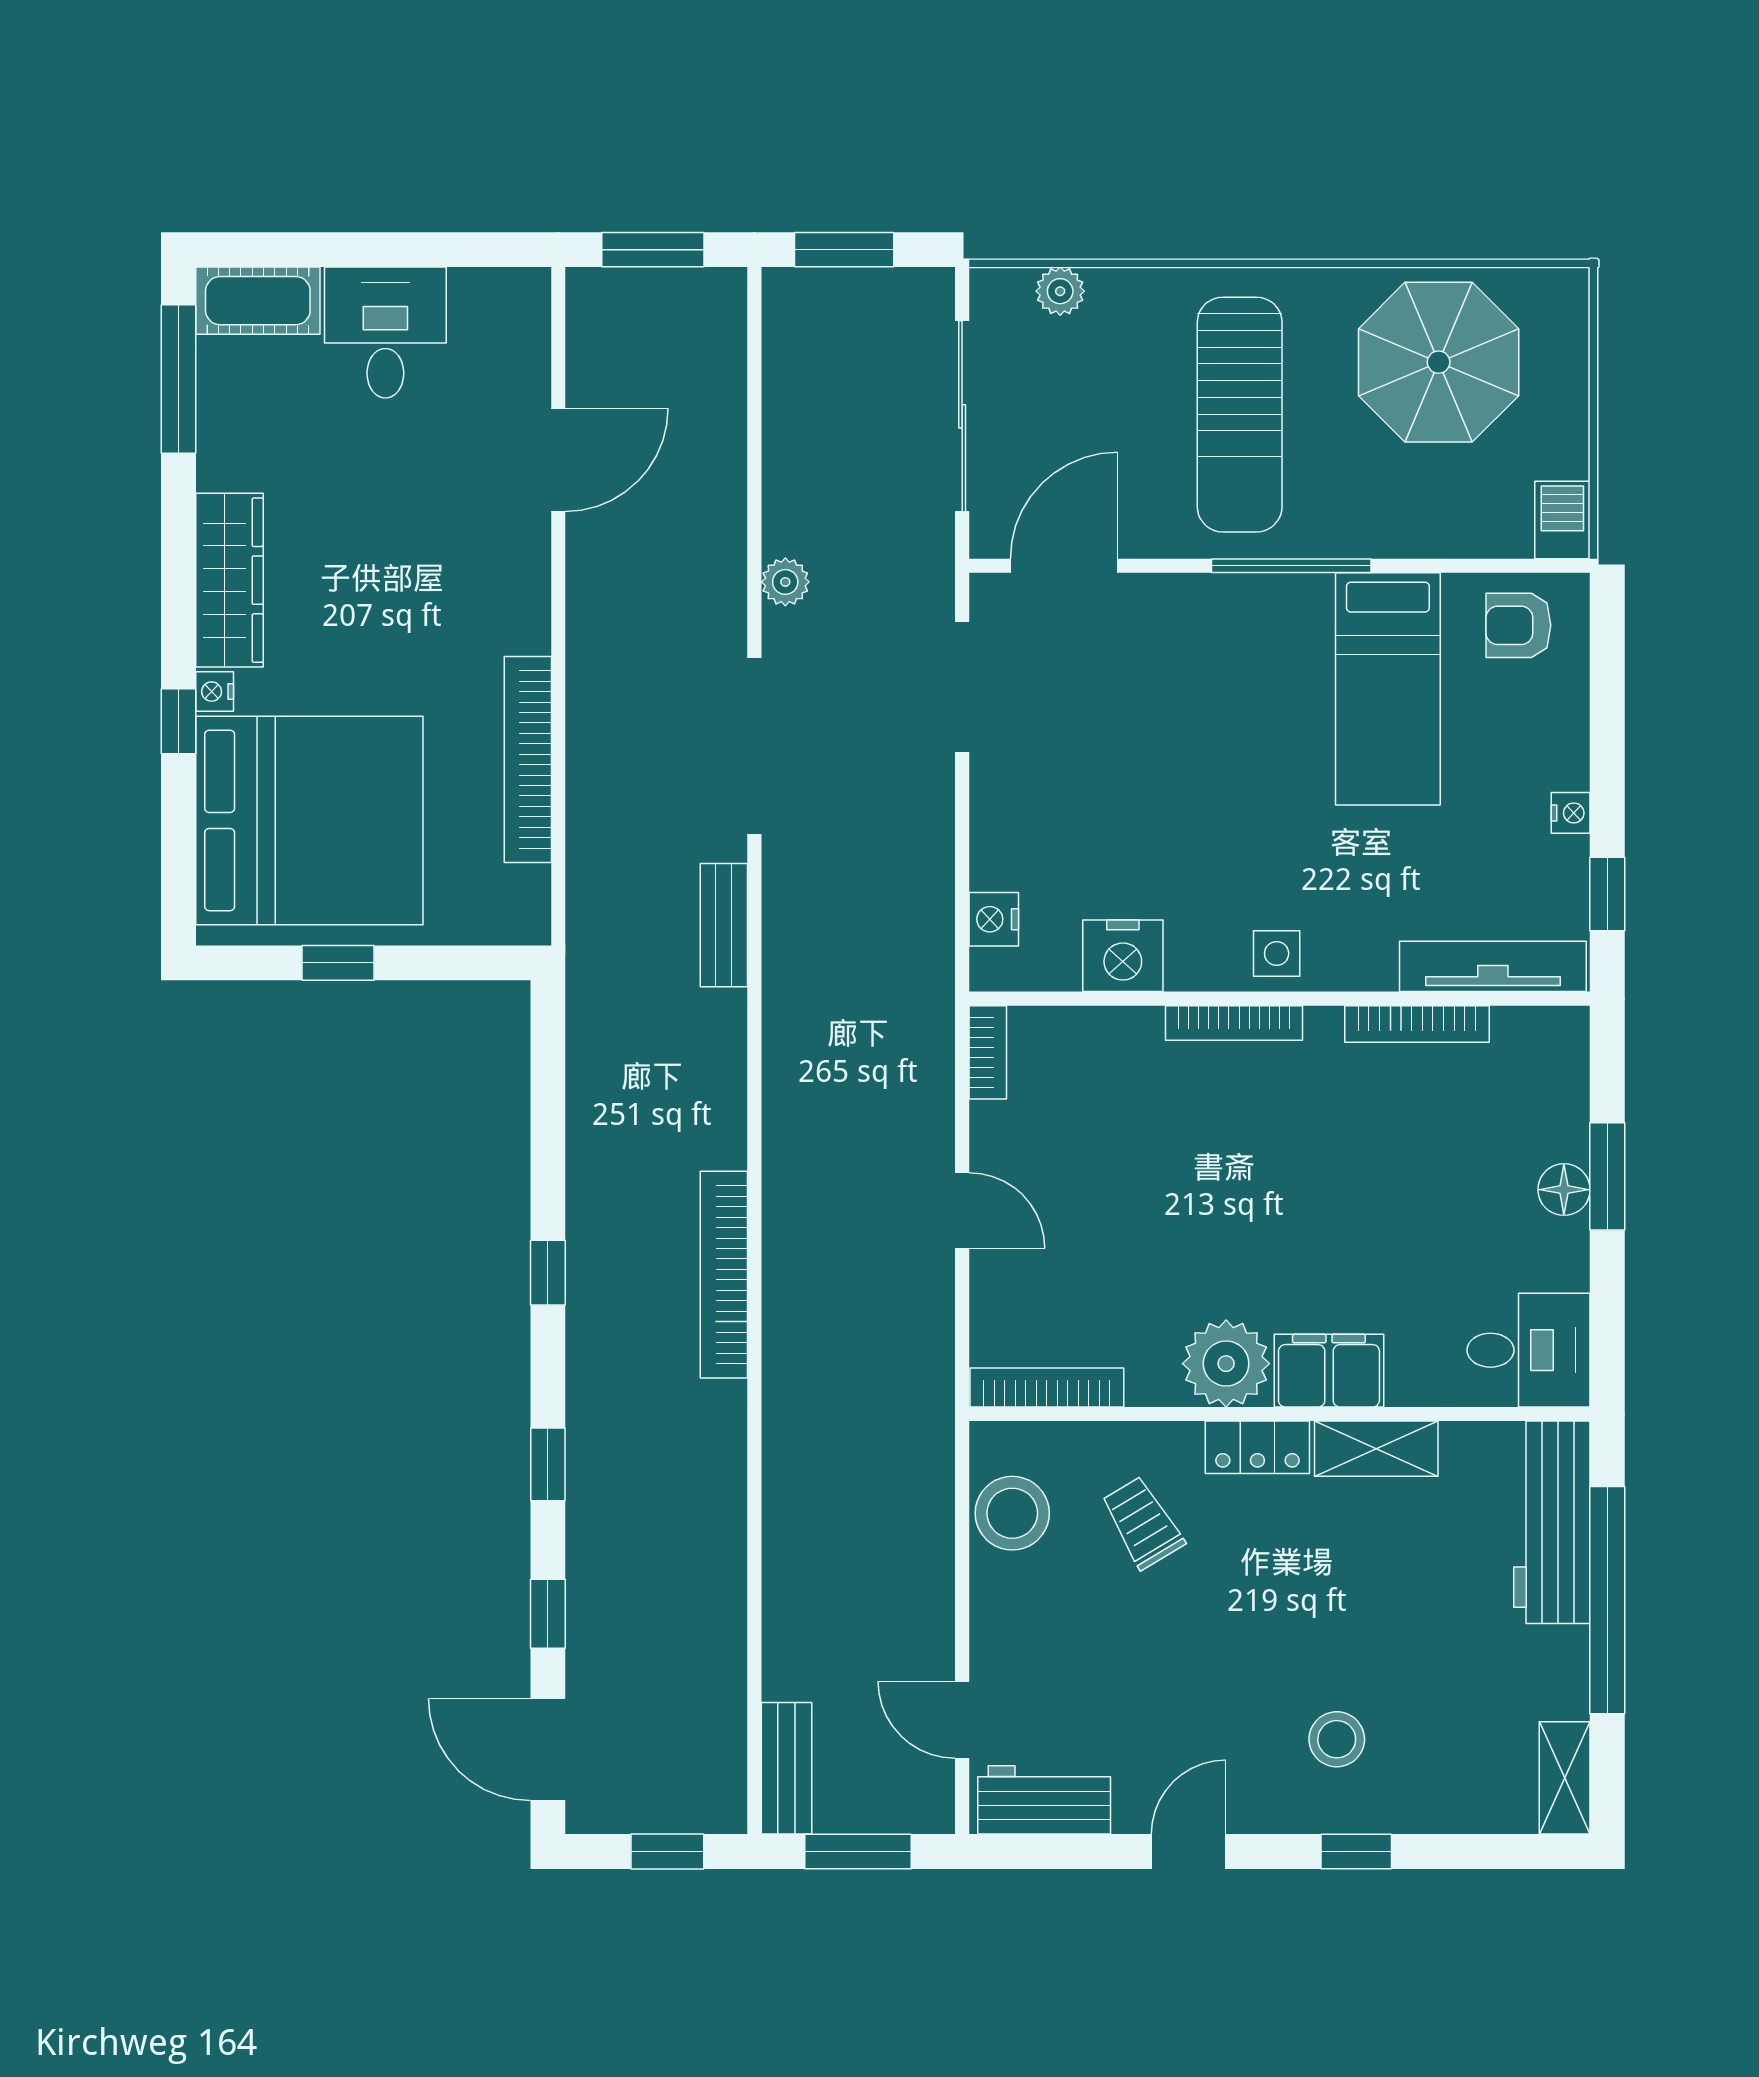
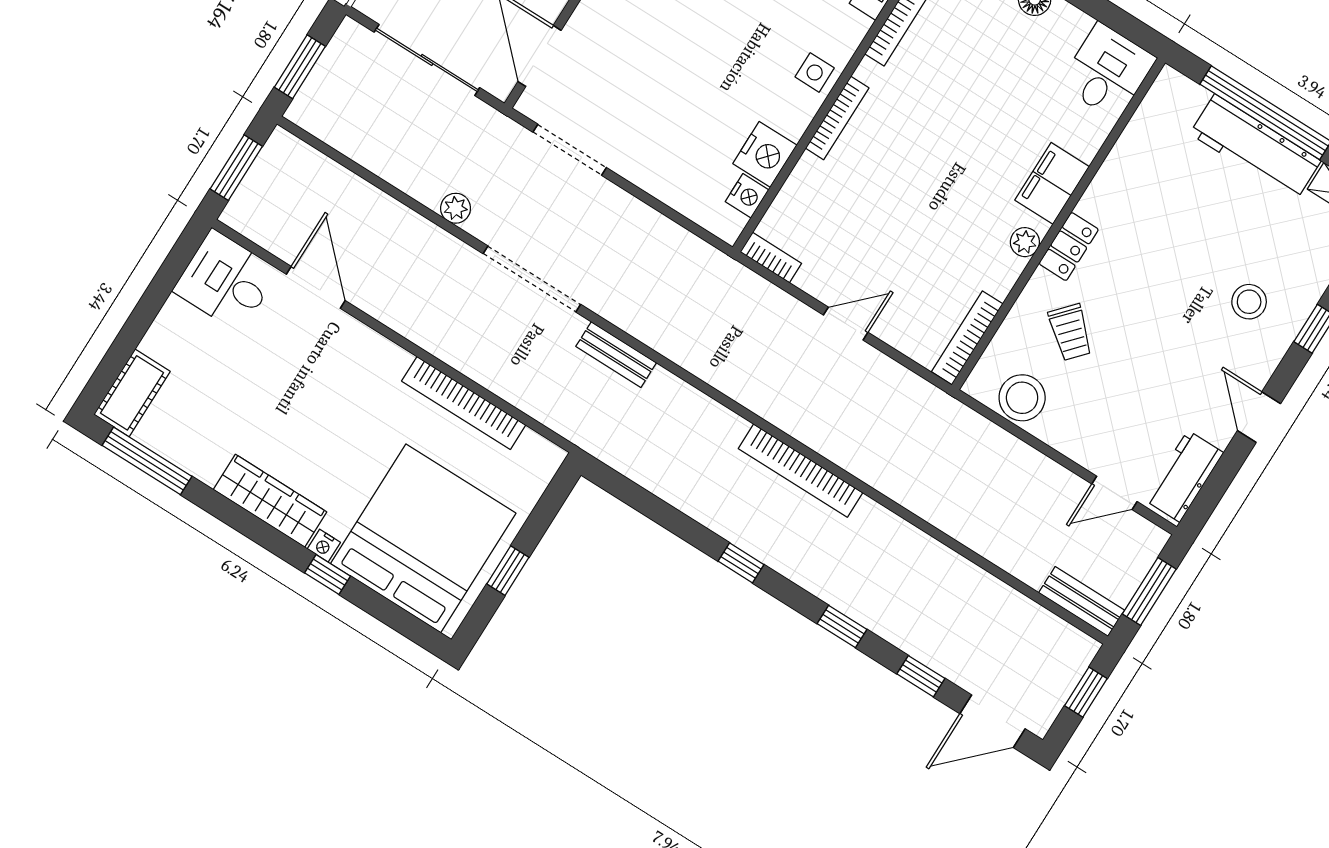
desk: (385, 333) -> (226, 281), moved
nightstand: (994, 919) -> (747, 196), moved, turned -90
plant: (1226, 1364) -> (1025, 242), width x0.53, depth x0.53
shelving: (1376, 1449) -> (1109, 184), removed
workbench: (1552, 1522) -> (1255, 147), moved
trolley: (1143, 1523) -> (1070, 332), turned -107

